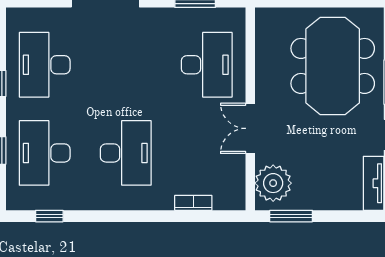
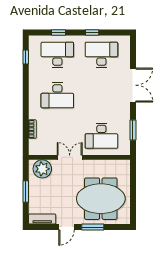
window: (291, 216) -> (26, 192), moved

